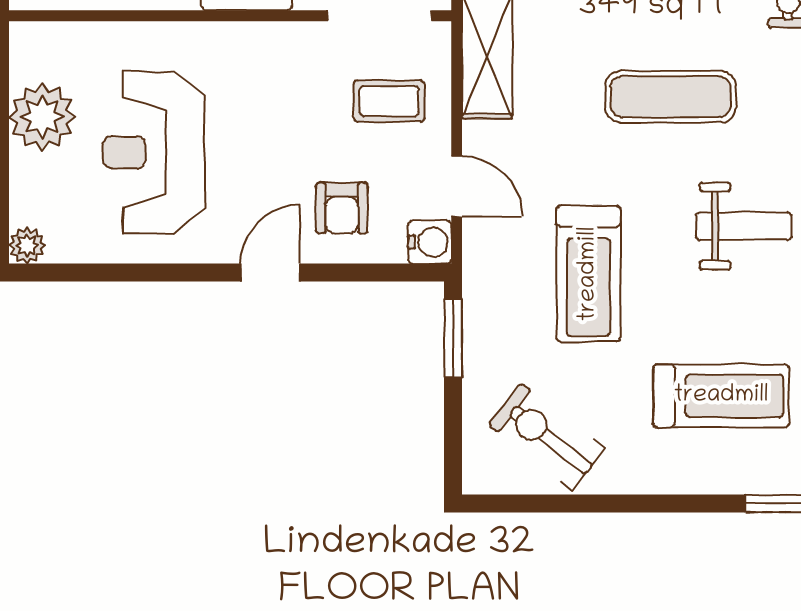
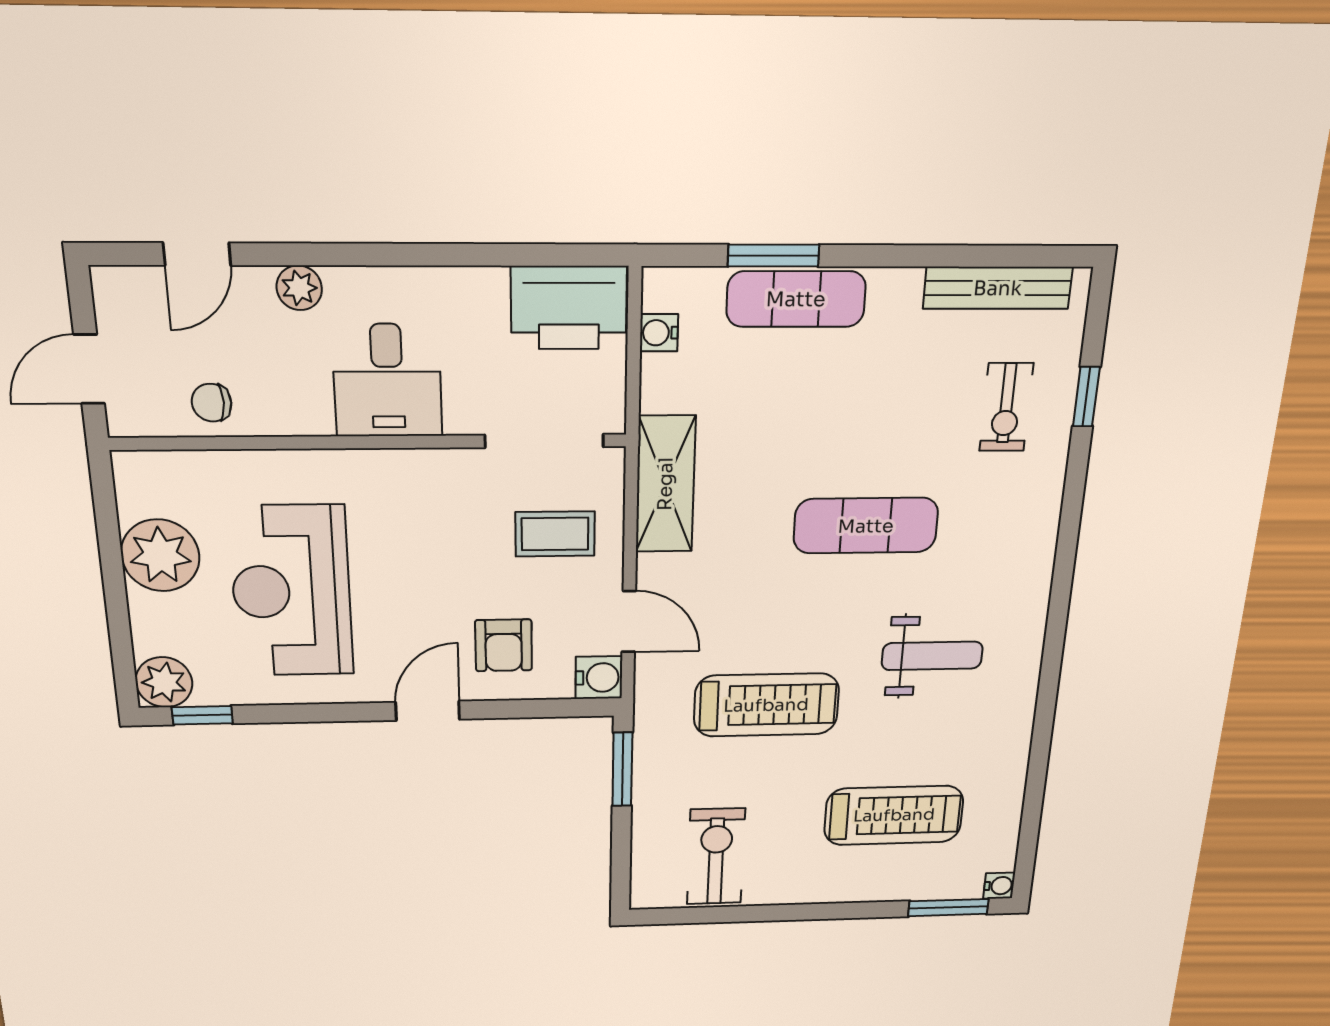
plant: (27, 245) -> (164, 682), width x1.38, depth x1.38
window: (65, 273) -> (202, 715), added
treadmill: (589, 274) -> (766, 705), turned -90
exercise bike: (547, 437) -> (716, 857), turned 52

